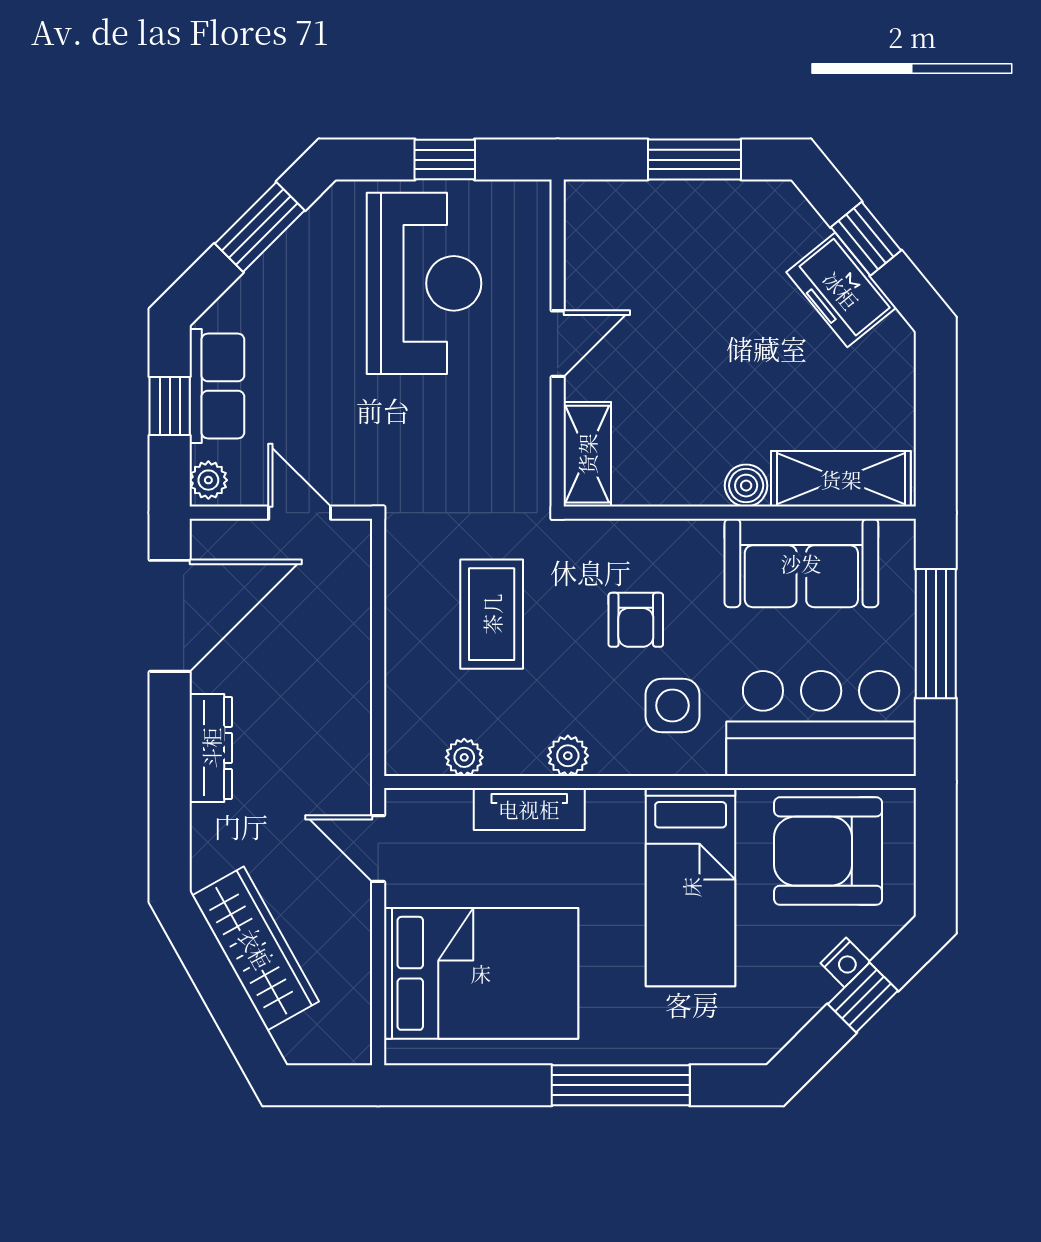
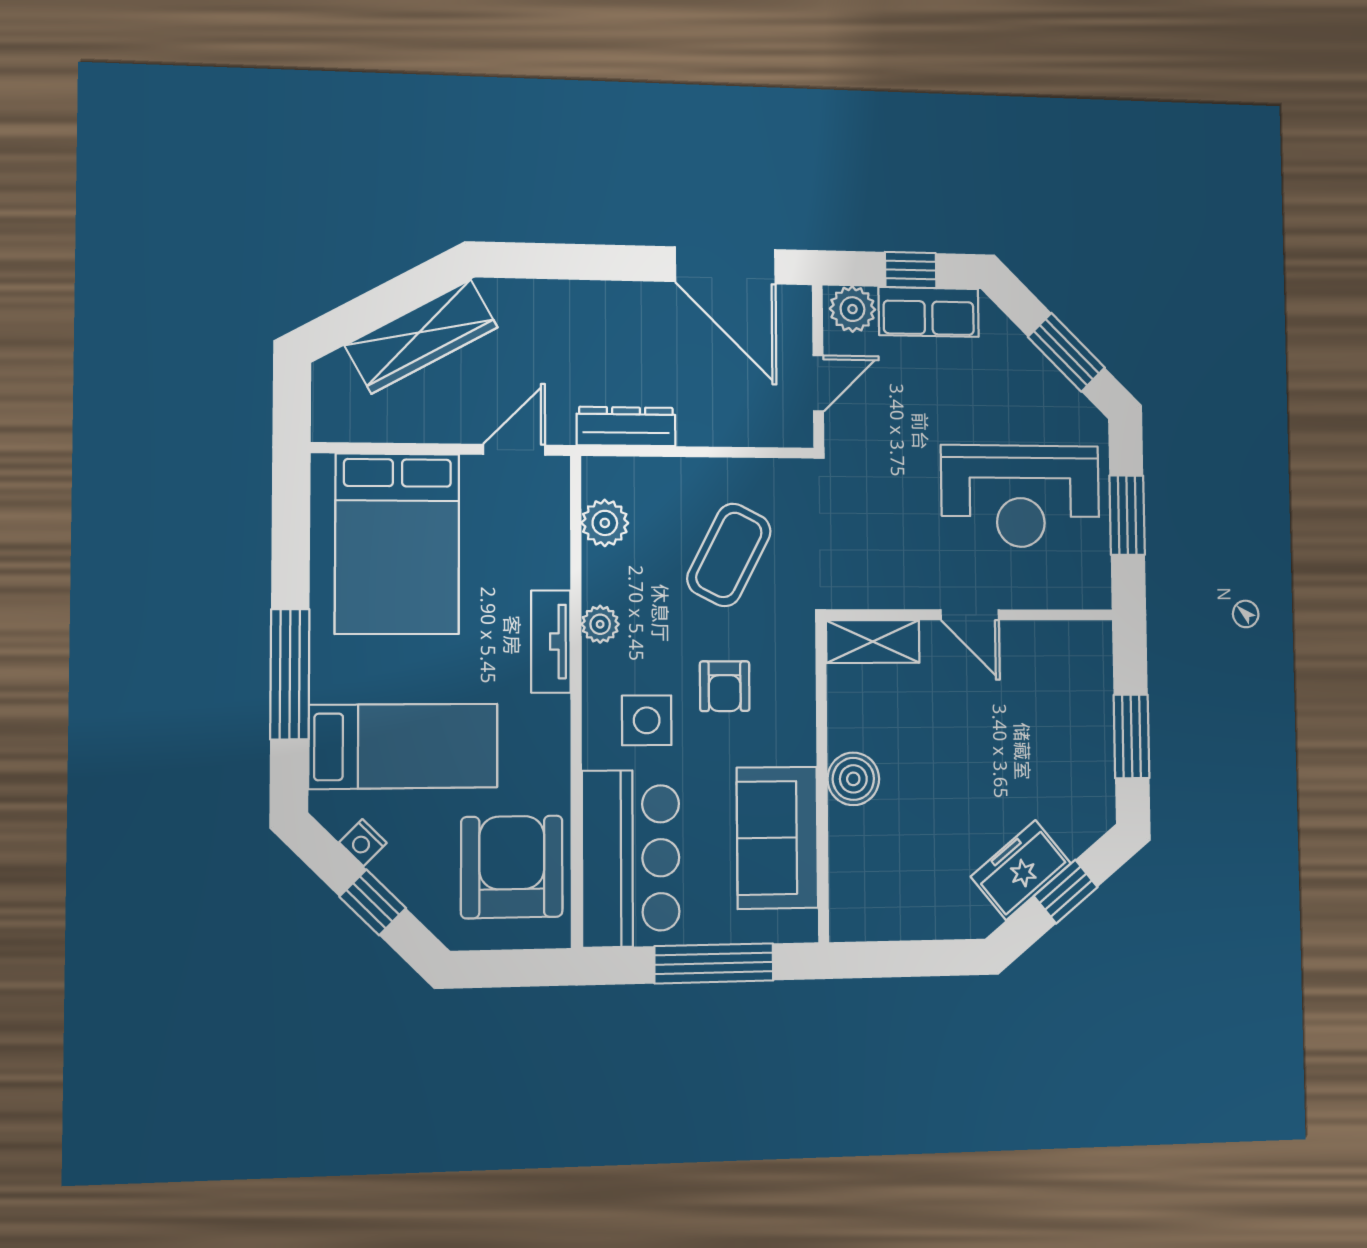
window: (445, 160) -> (1127, 515), width x1.50
shelving: (841, 479) -> (853, 873), removed
plant: (208, 480) -> (852, 309), width x1.38, depth x1.38
boiler: (746, 486) -> (853, 779), width x1.36, depth x1.36
coffee table: (492, 614) -> (729, 555), turned -63
armchair: (636, 620) -> (725, 686), turned -90
dresser: (211, 748) -> (626, 426), moved, turned 180
plant: (464, 757) -> (605, 523), width x1.38, depth x1.38
tv unit: (529, 809) -> (551, 642), moved
bed: (691, 887) -> (403, 746), moved, turned 180
nightstand: (845, 962) -> (363, 843), moved

